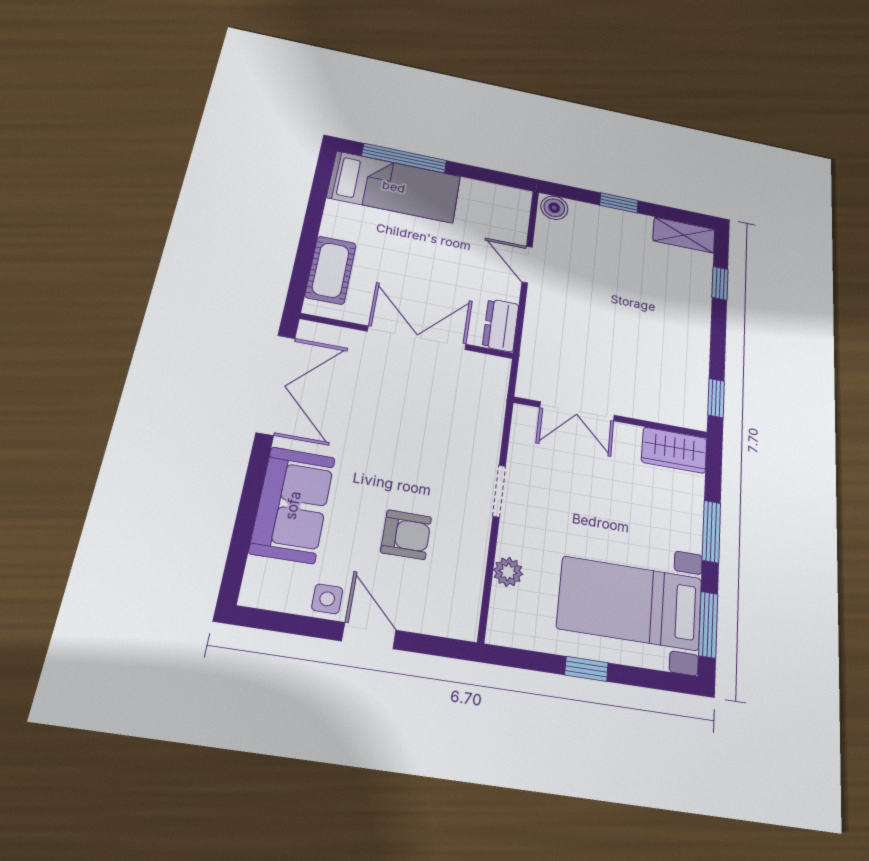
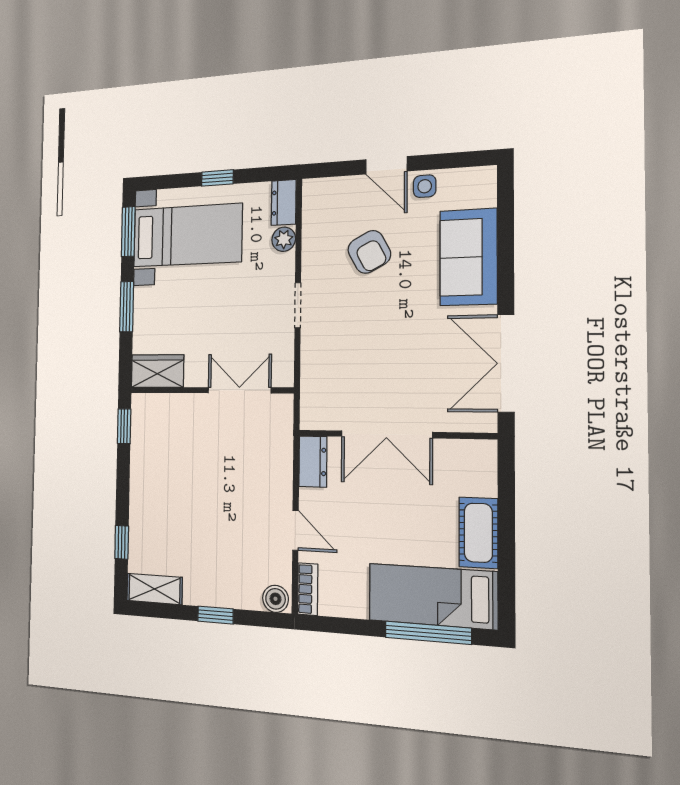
bookcase: (520, 211) -> (308, 589), added
cot: (331, 270) -> (478, 533), moved
armchair: (406, 535) -> (369, 252), turned -118
dresser: (503, 618) -> (284, 203), added

